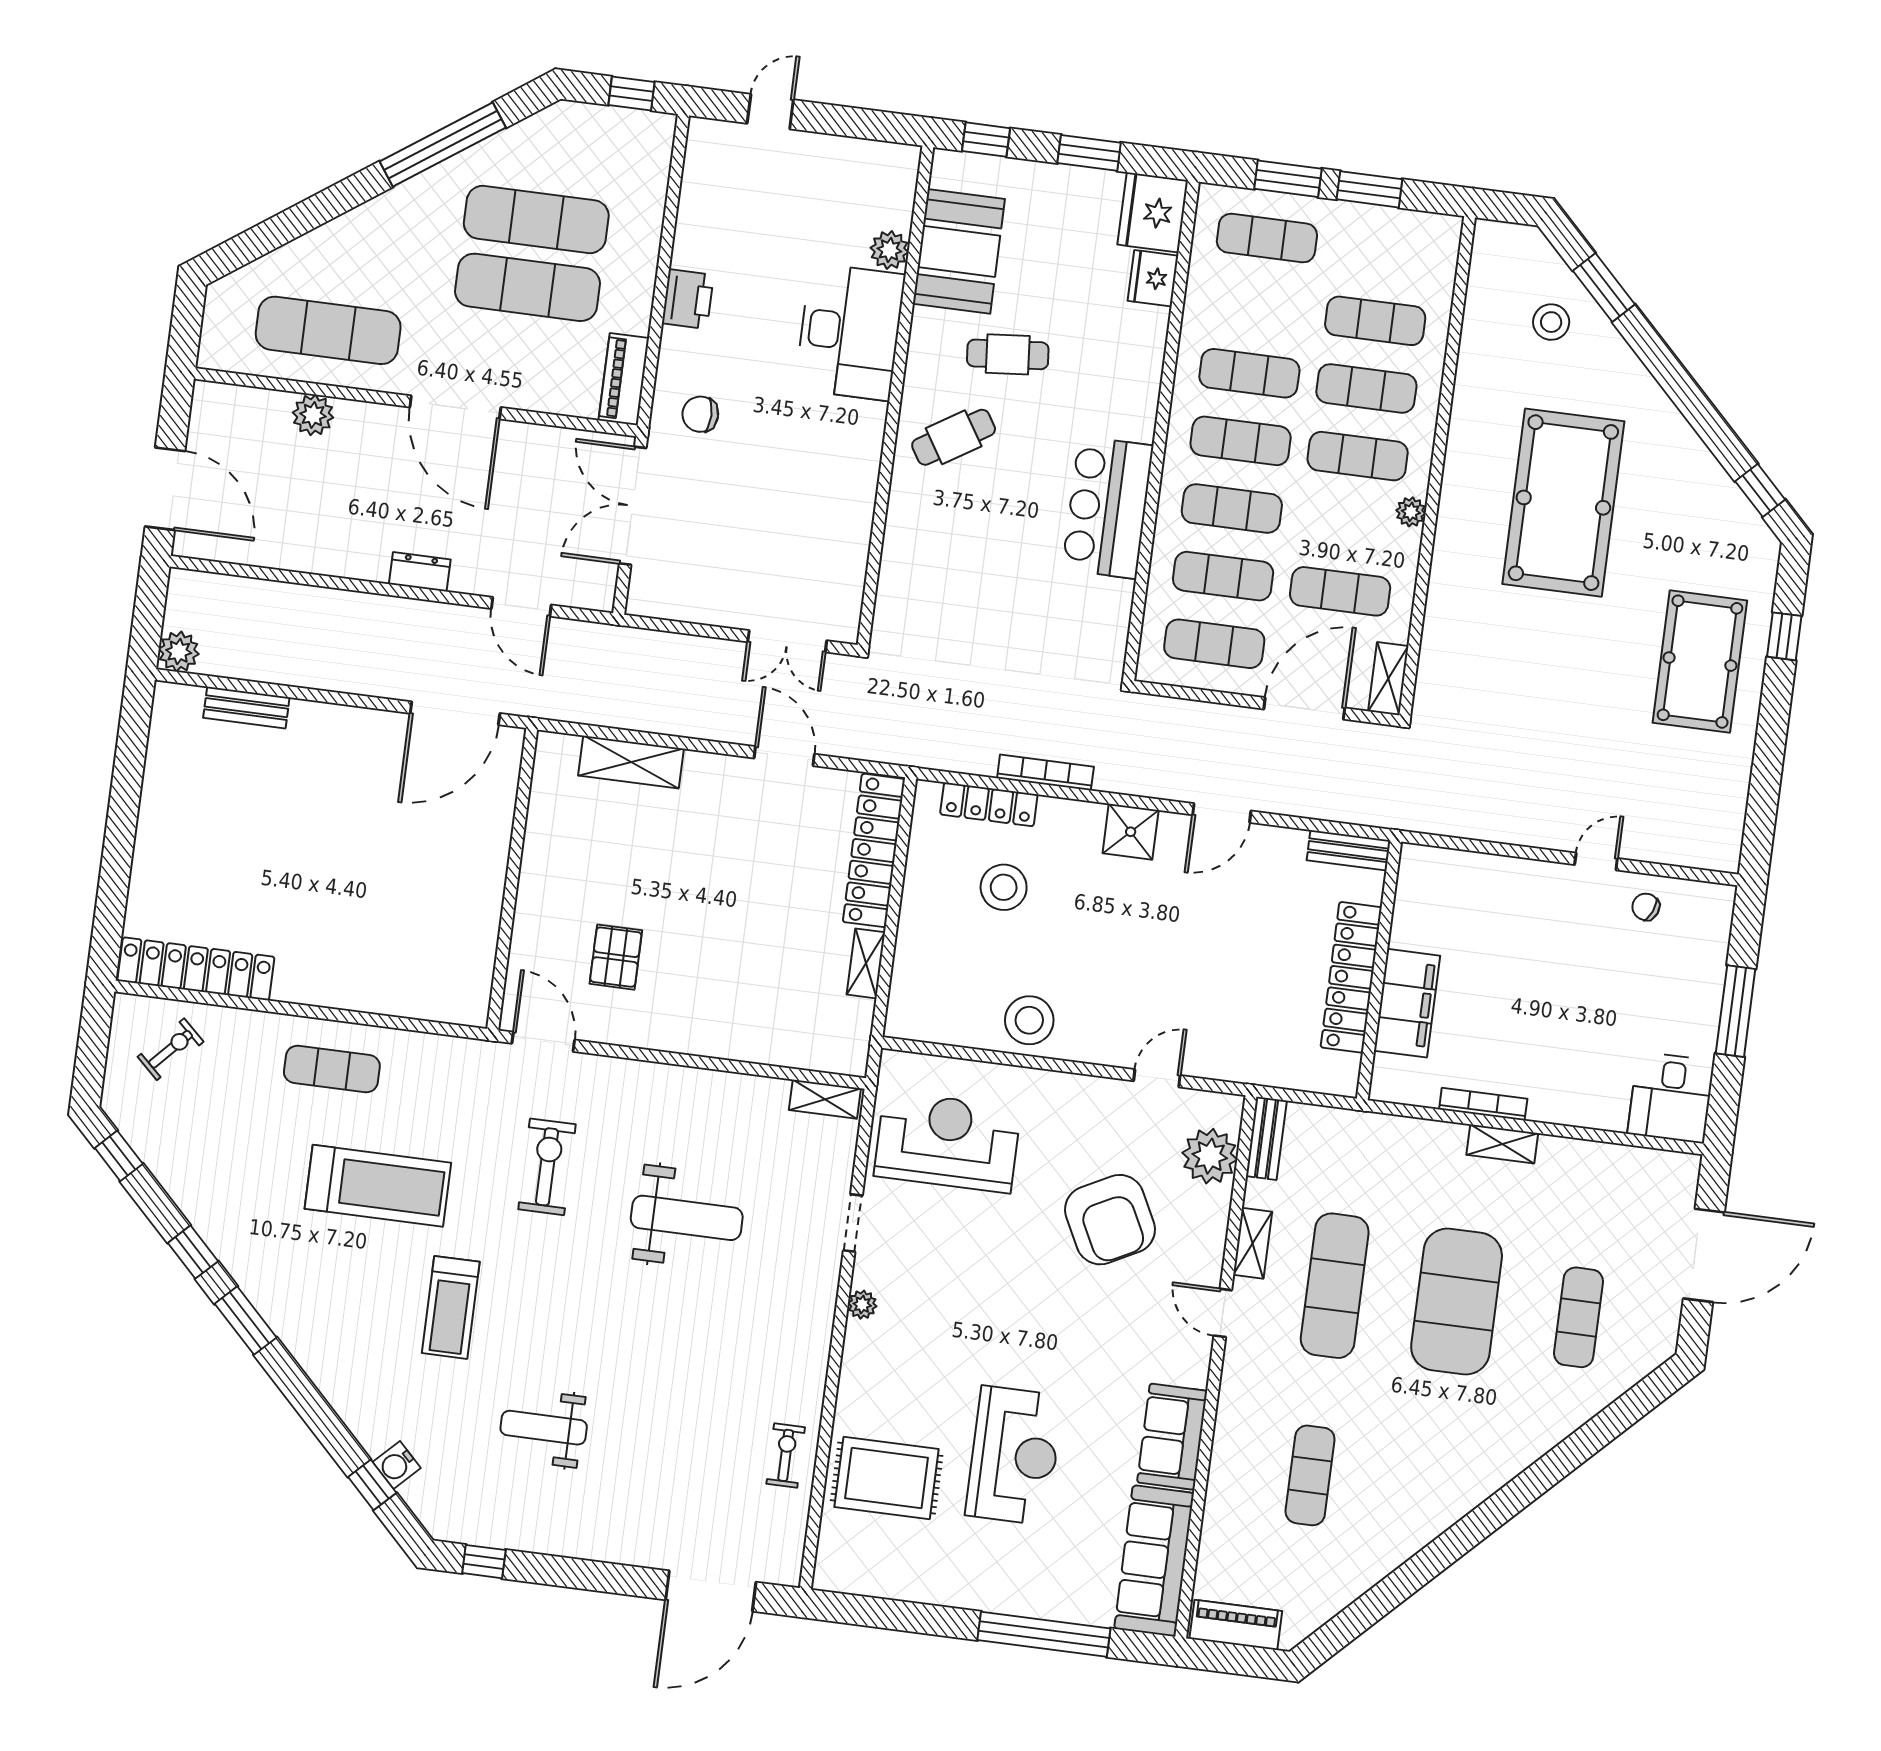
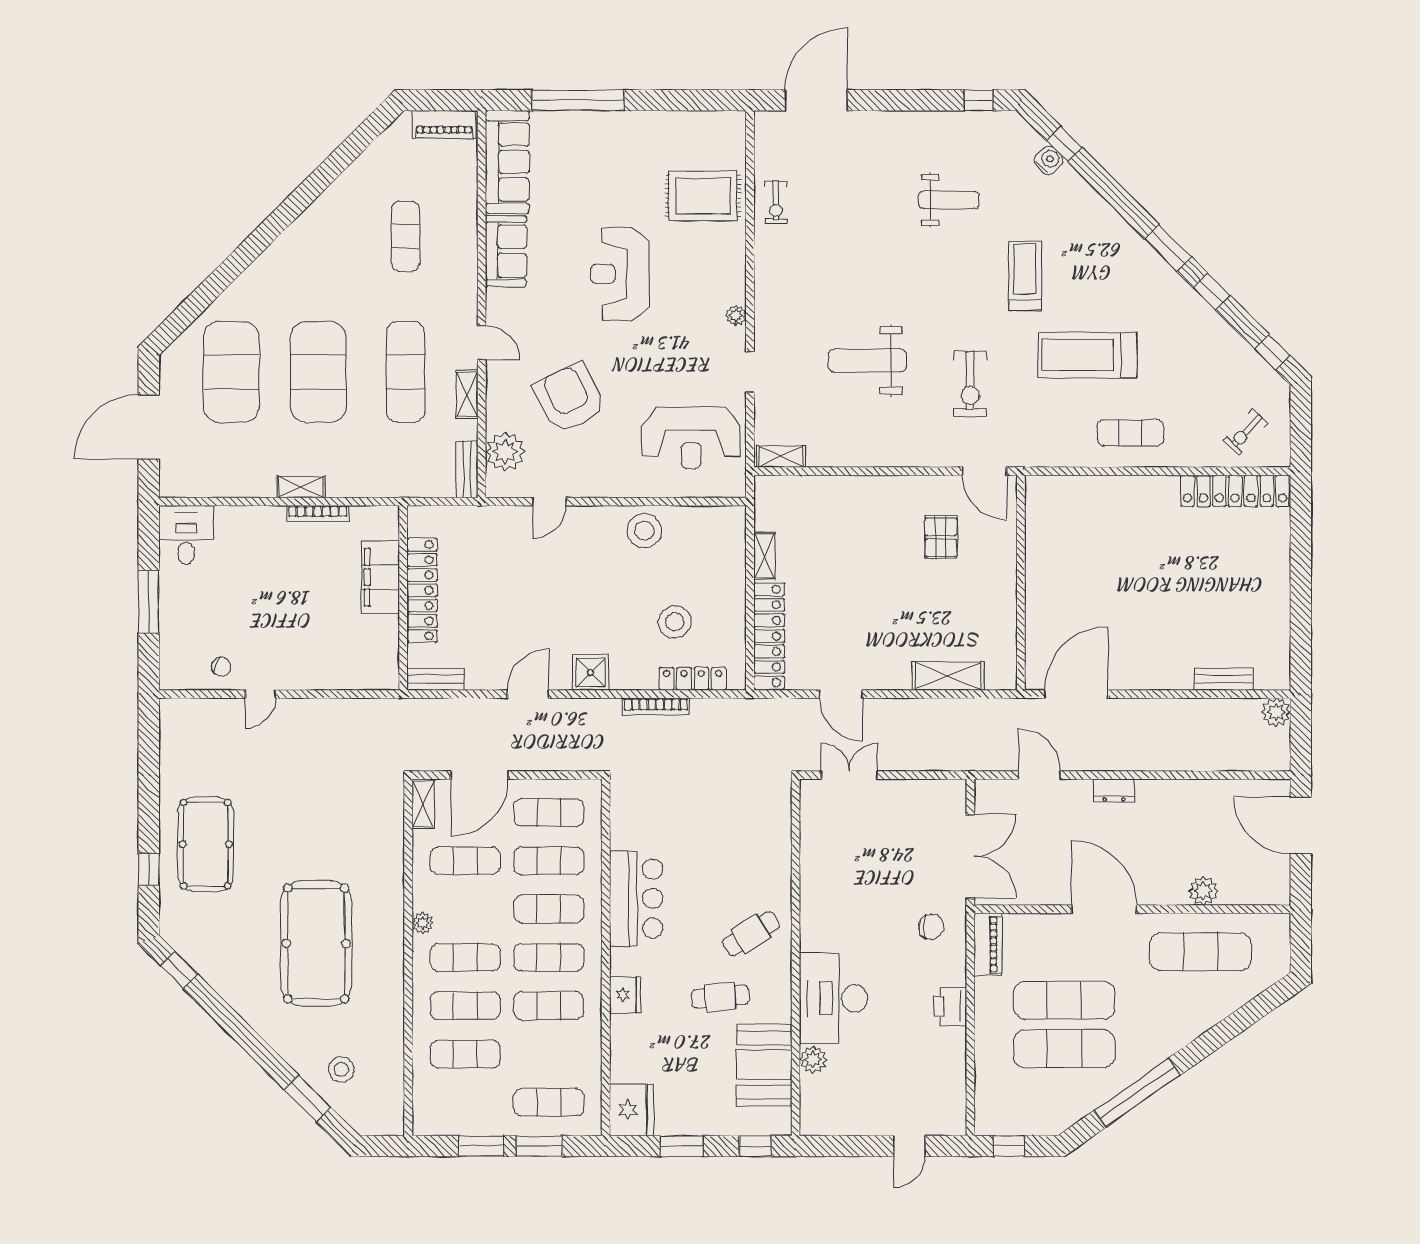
fridge: (1153, 278) -> (625, 995), moved
exercise mat: (1578, 1317) -> (231, 372), width x2.00, depth x1.45
reception desk: (1014, 1455) -> (620, 274), moved

